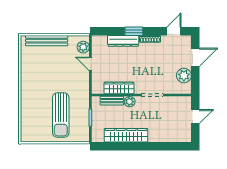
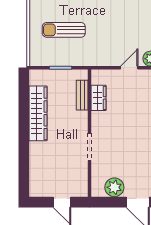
wardrobe: (119, 88) -> (98, 98), width x0.67
plant: (130, 102) -> (81, 118), removed
sun lounger: (61, 115) -> (64, 30), width x0.73, depth x0.75

